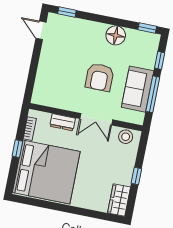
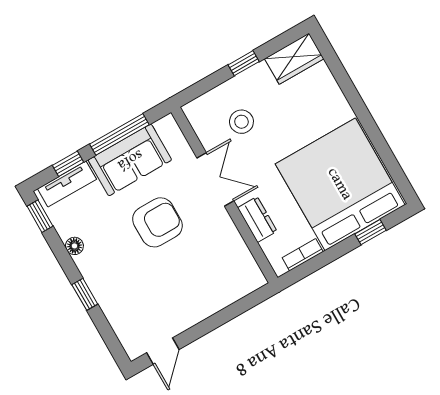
window: (67, 12) -> (85, 294), moved
floor lamp: (116, 35) -> (74, 246), width x0.53, depth x0.53
tv unit: (151, 52) -> (67, 184), added
stool: (126, 137) -> (241, 122), moved
window: (17, 149) -> (371, 232), moved

